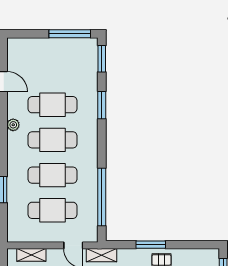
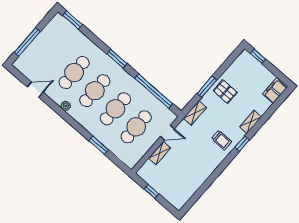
window: (70, 34) -> (27, 42), moved
window: (102, 105) -> (117, 59), moved
shelving: (31, 255) -> (160, 153), moved
shelving: (102, 255) -> (195, 113), moved

